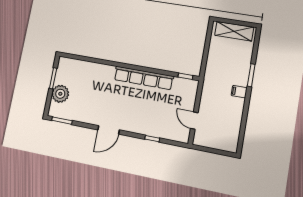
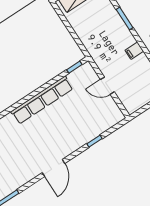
filing cabinet: (239, 92) -> (134, 51), moved
door: (194, 121) -> (107, 86), moved

